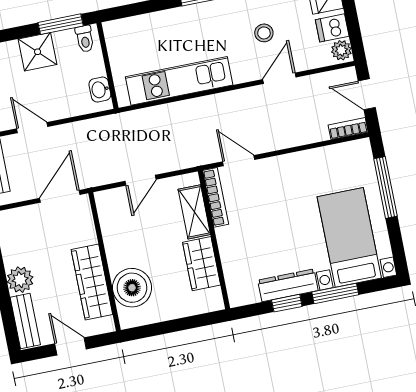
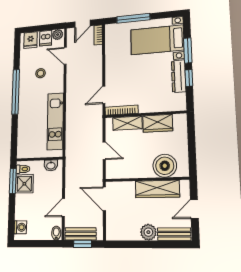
shower: (38, 52) -> (24, 184), moved
door: (279, 78) -> (65, 56), moved

